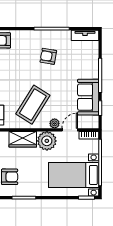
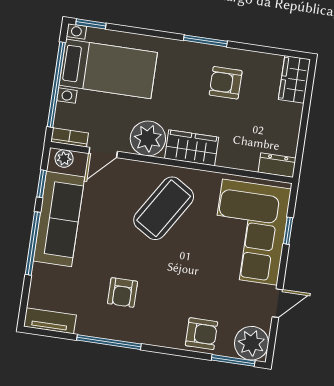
armchair: (48, 56) -> (122, 292), turned 80
sofa: (88, 97) -> (59, 219), width x1.36
plant: (55, 123) -> (64, 159), moved

